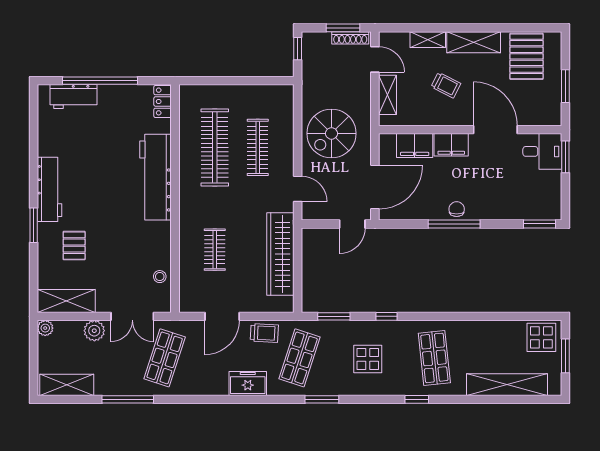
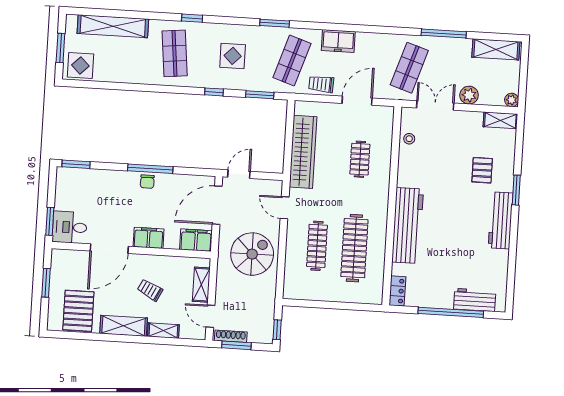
door: (495, 130) -> (109, 249), hinge flipped
filing cabinet: (415, 145) -> (196, 240), moved
shelving: (66, 301) -> (500, 120), width x0.67, depth x0.75

